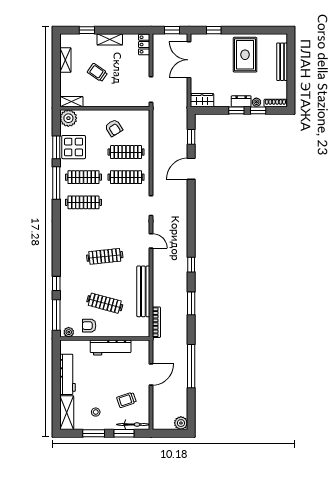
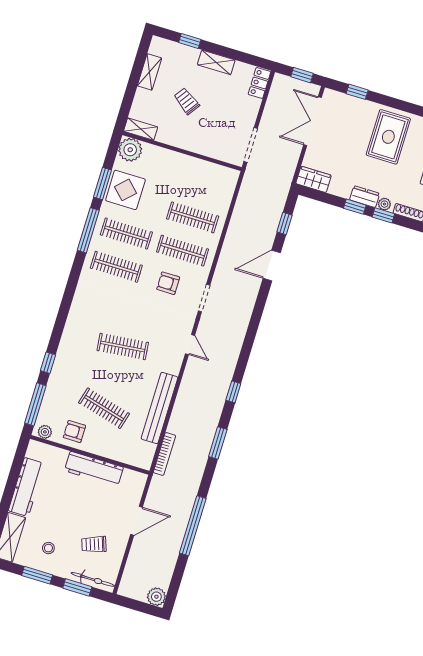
armchair: (114, 128) -> (168, 283), moved, turned 122

